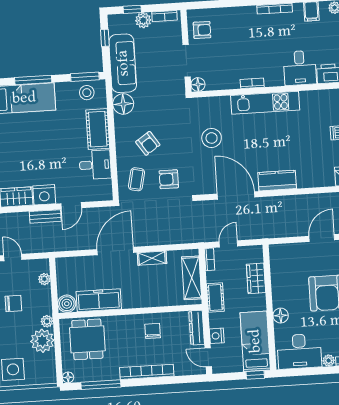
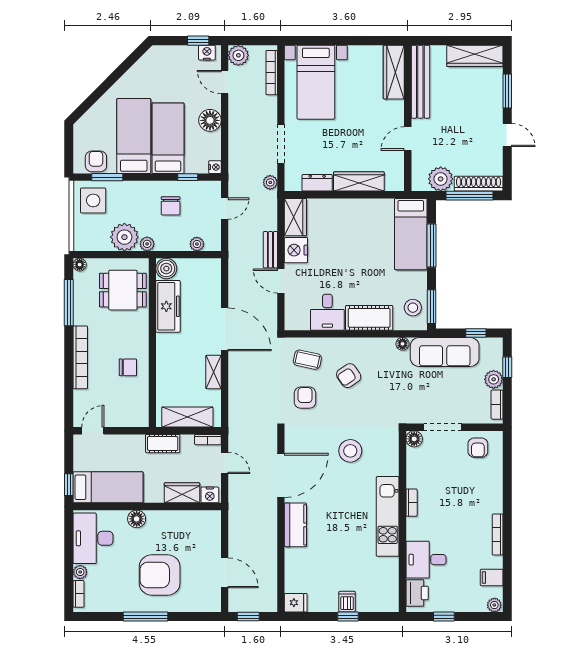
floor lamp: (123, 104) -> (403, 344), width x0.53, depth x0.53
dresser: (197, 328) -> (129, 419), removed
nightstand: (217, 336) -> (210, 495), moved, turned 180

